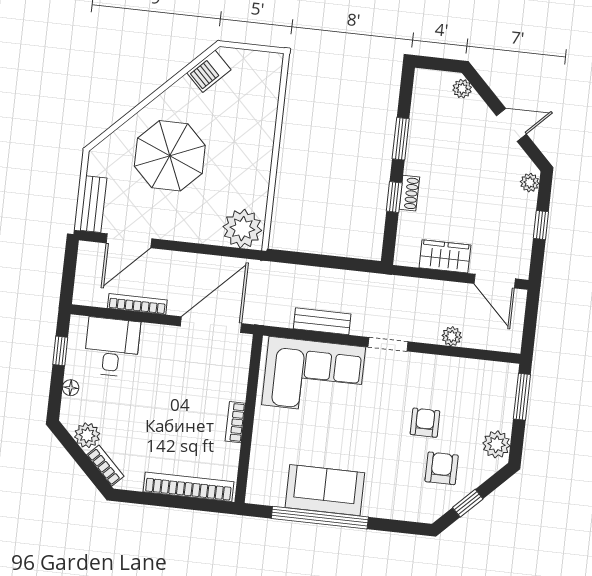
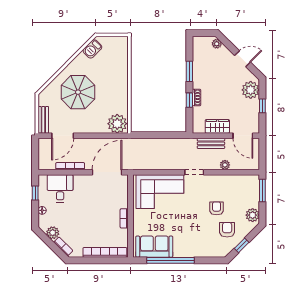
plant: (530, 183) -> (251, 90), width x1.88, depth x1.88
bench: (322, 321) -> (211, 143), moved
sofa: (325, 490) -> (154, 247), moved

